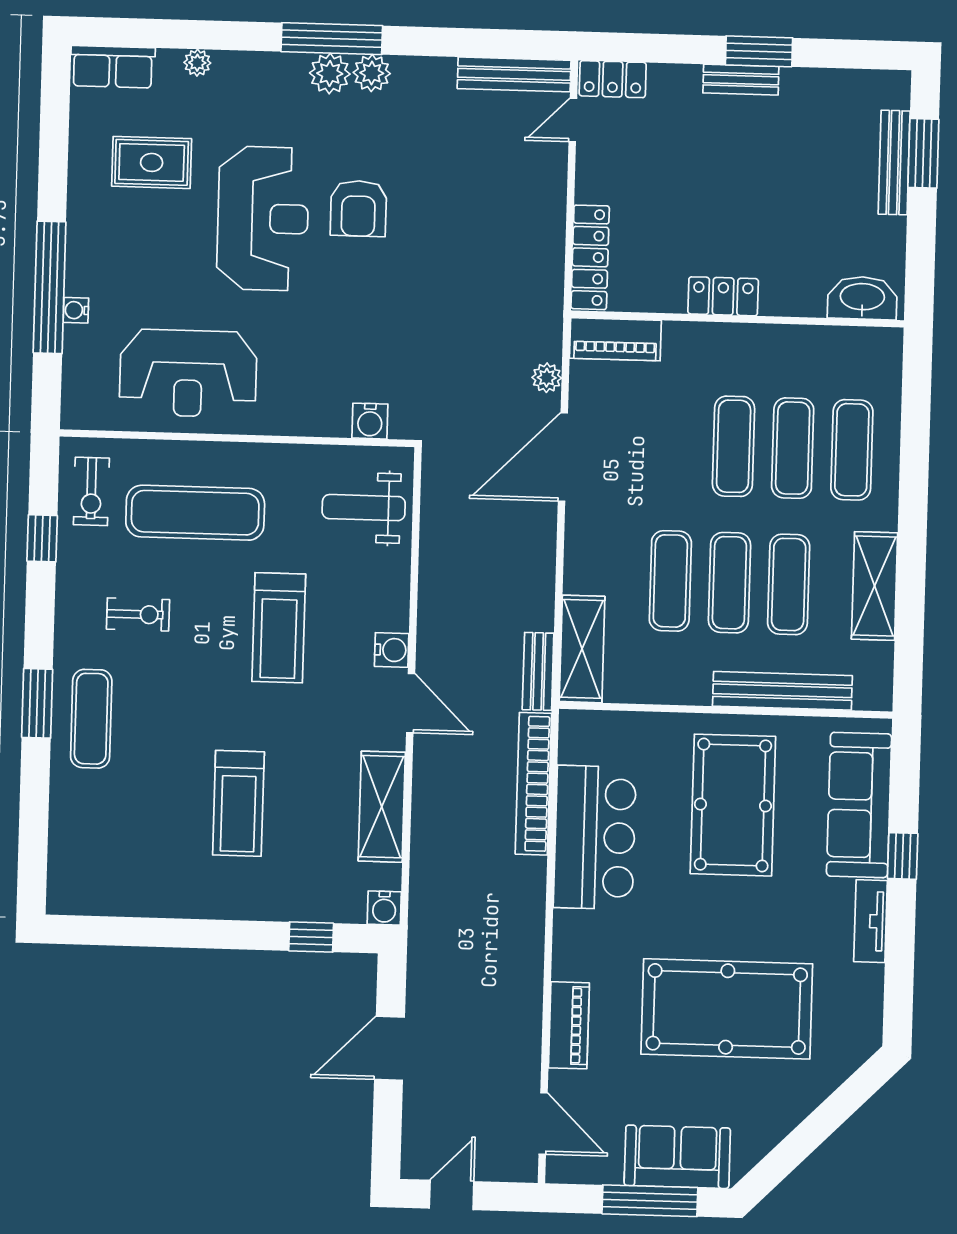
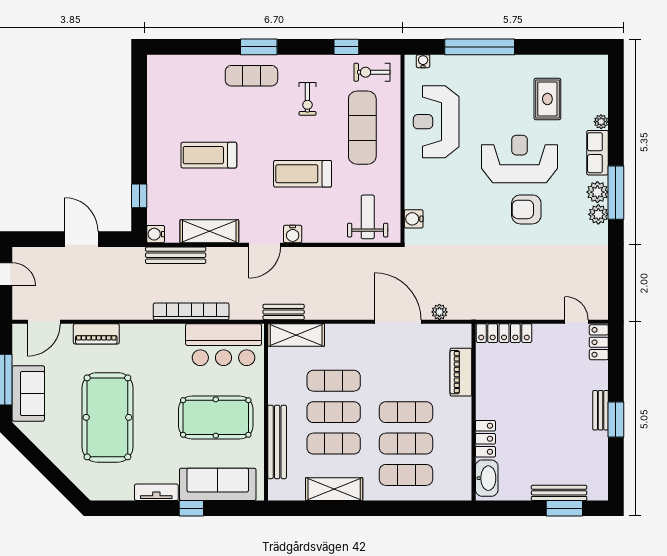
row of seats: (113, 67) -> (598, 153), moved
bench: (514, 74) -> (176, 255), moved, turned 90
reception desk: (263, 218) -> (519, 159), turned 180
locker: (723, 296) -> (485, 439), moved
water cooler: (76, 310) -> (423, 61), moved
piano: (615, 339) -> (461, 372), moved
bookcase: (533, 784) -> (191, 311), moved
bar counter: (595, 837) -> (224, 345), moved

